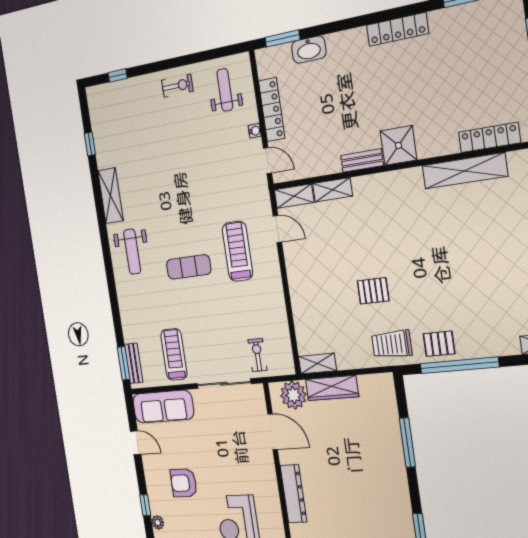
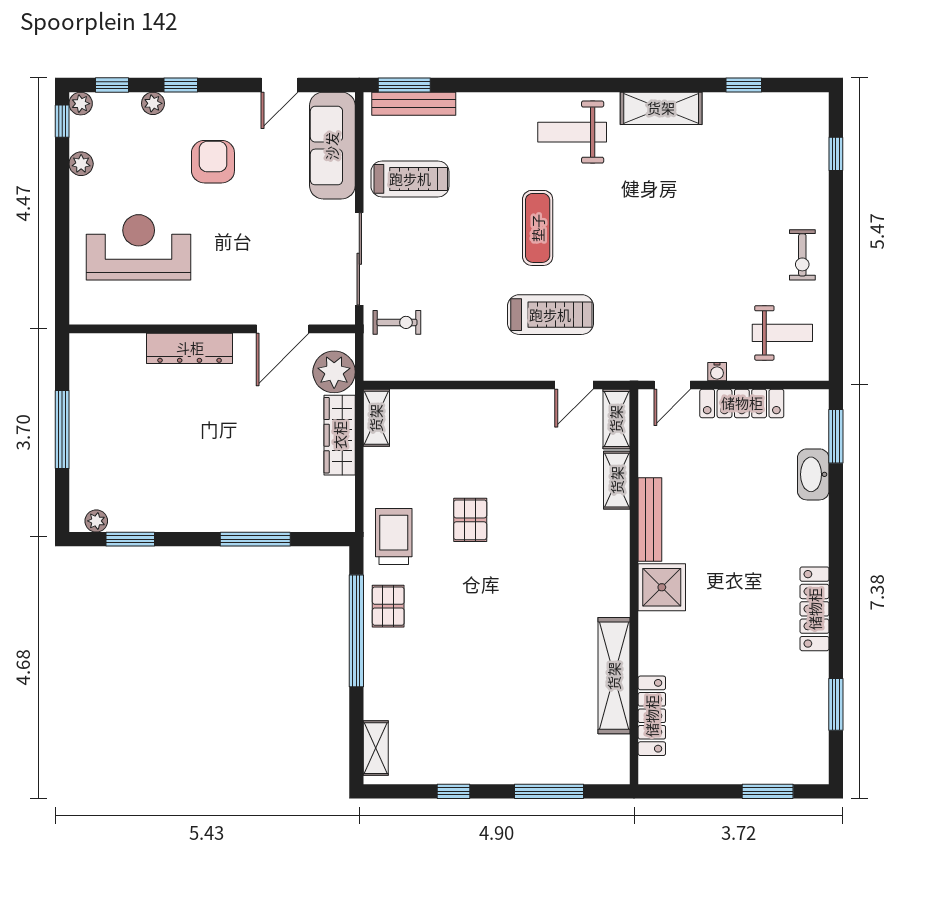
bench: (362, 160) -> (650, 520), width x1.36
bench: (134, 363) -> (414, 104), width x1.36

